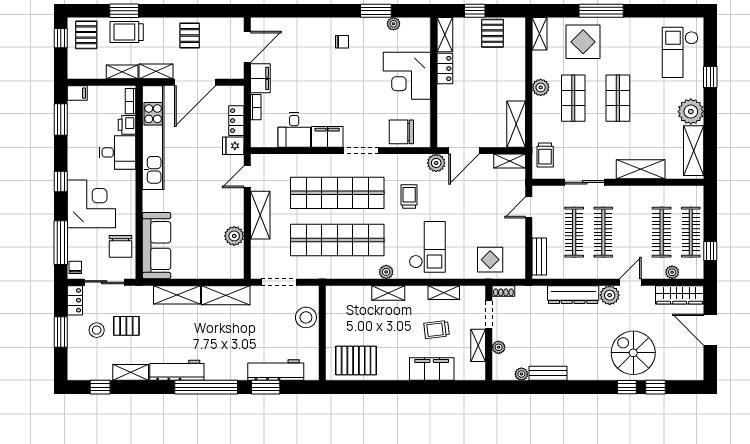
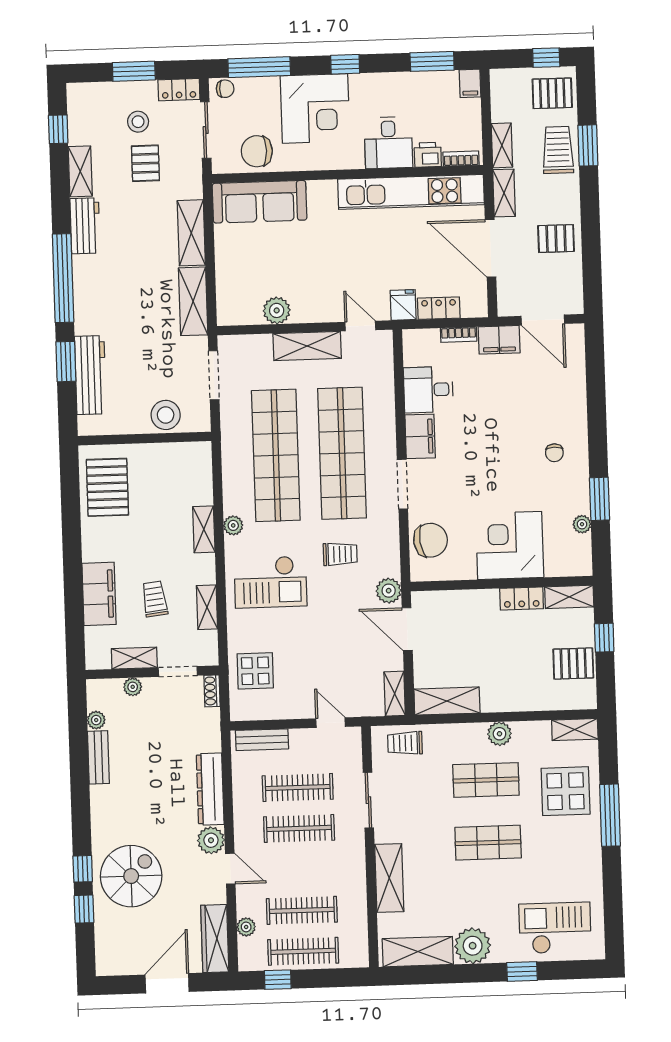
chair: (401, 132) -> (431, 540), turned 82
workbench: (177, 370) -> (85, 226), width x0.73

